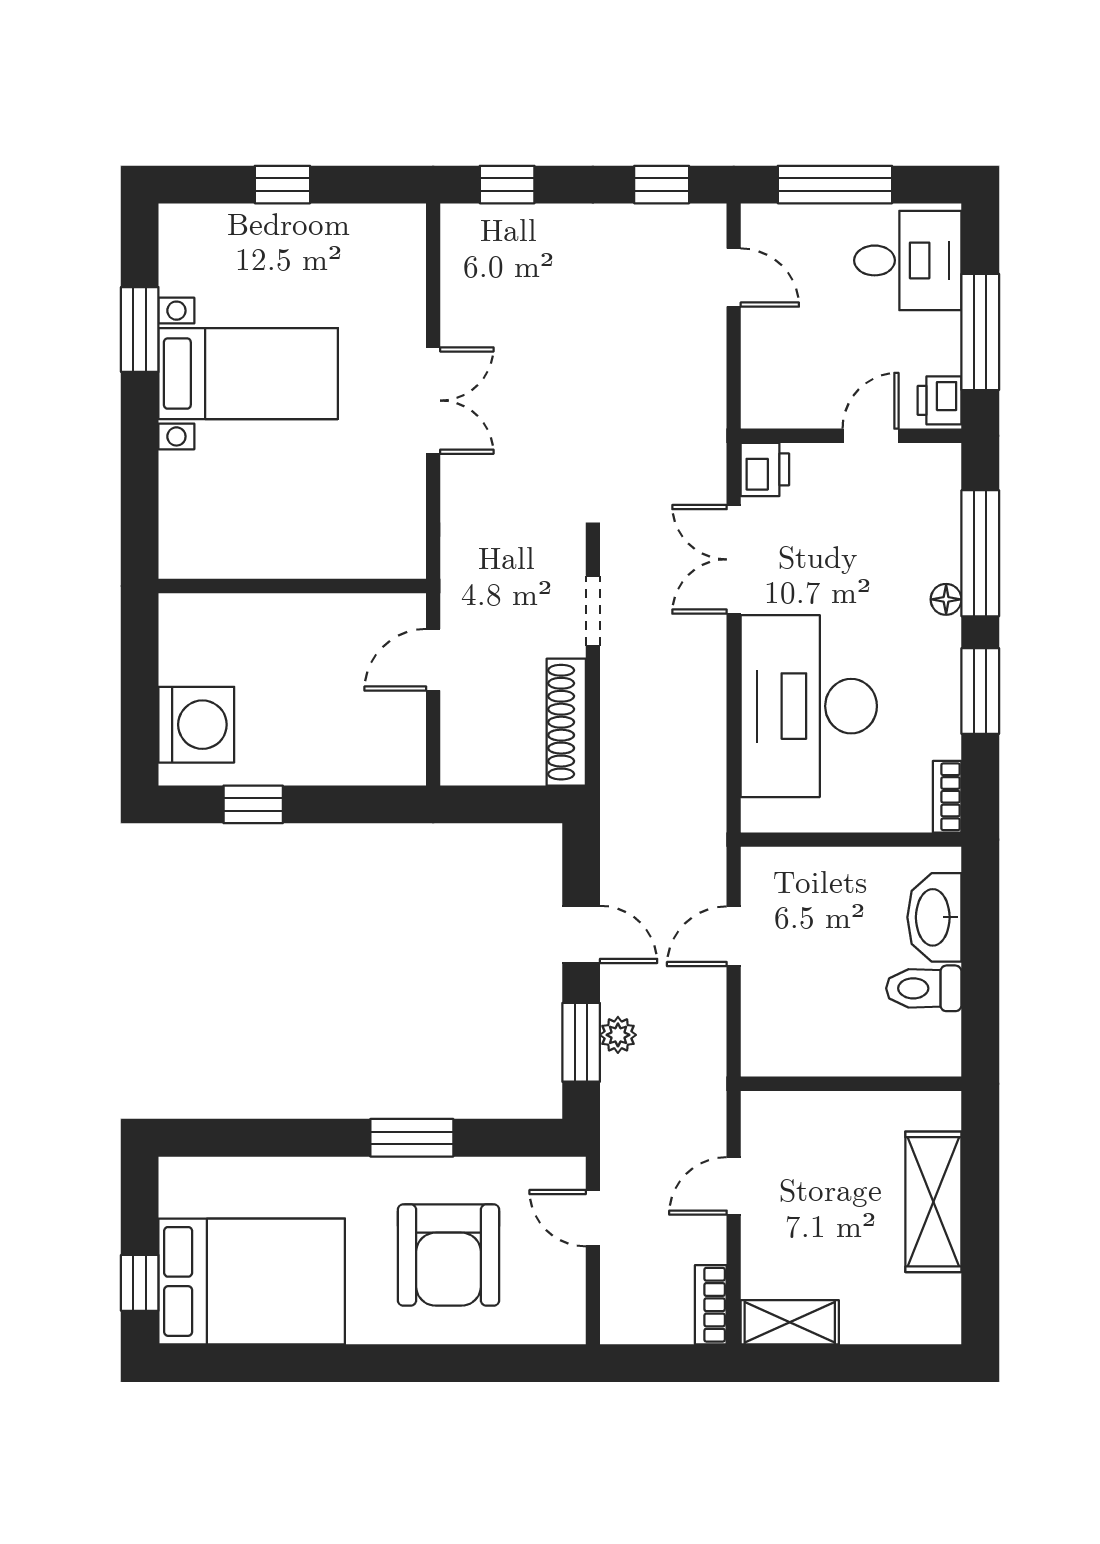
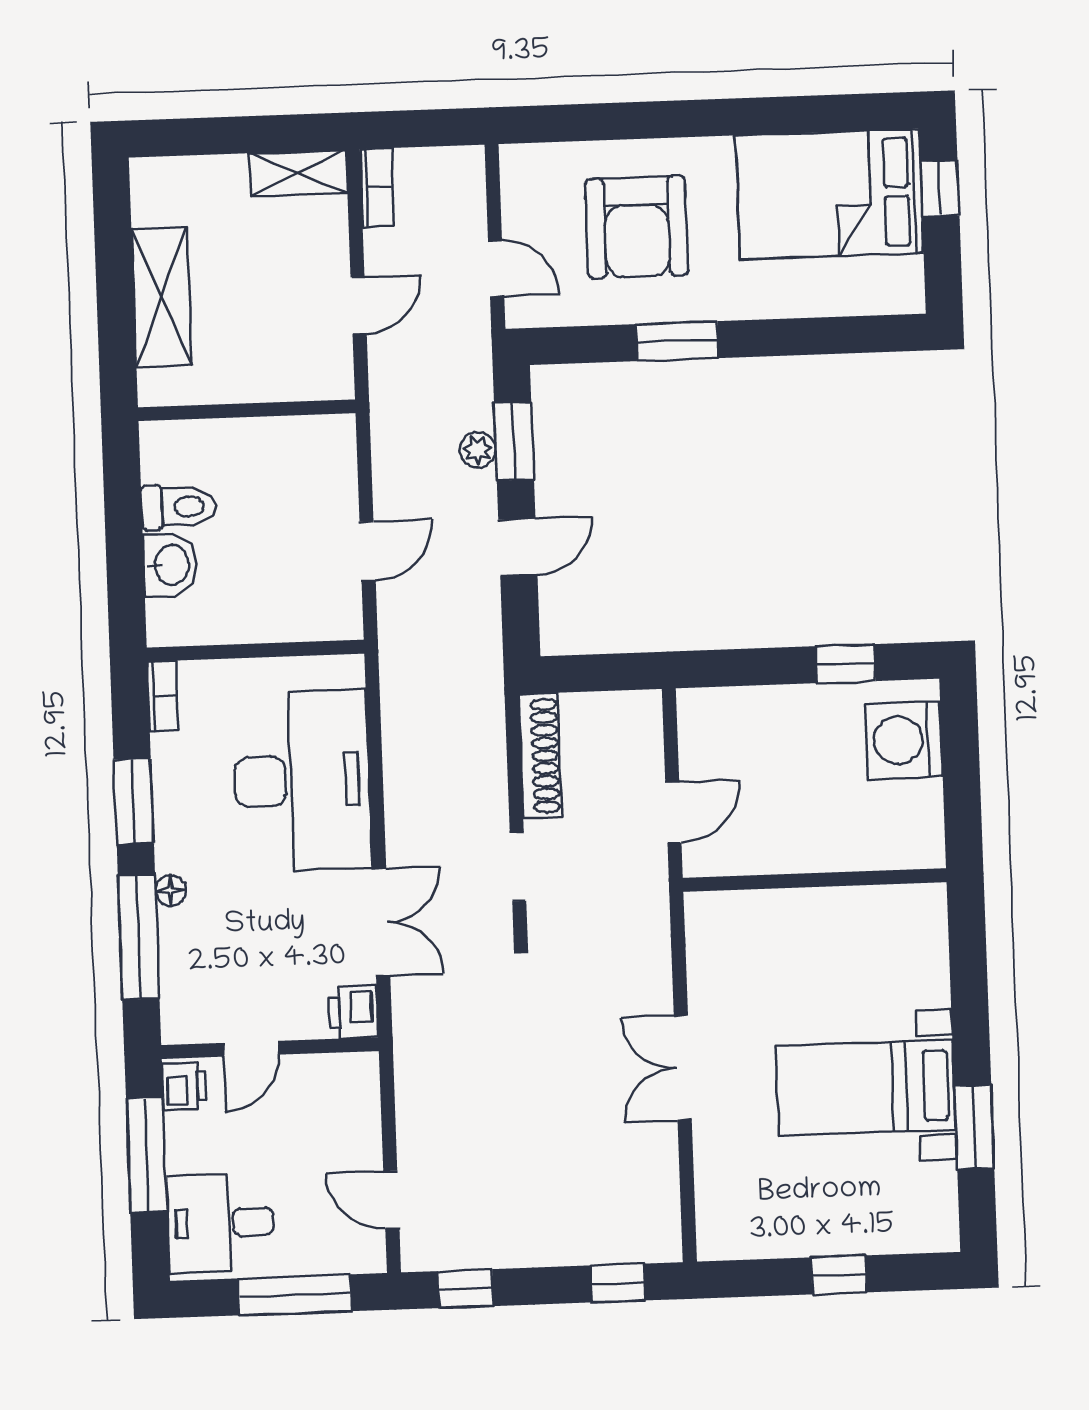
washbasin: (934, 917) -> (170, 565), width x0.72
door: (581, 934) -> (518, 547), swing flipped
armchair: (449, 1255) -> (637, 227), turned 180

